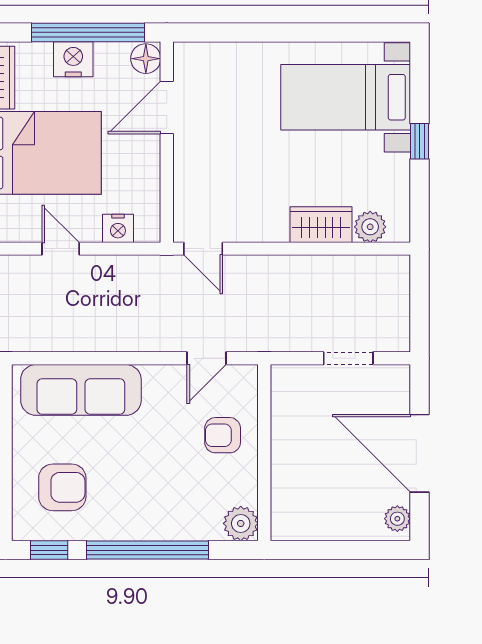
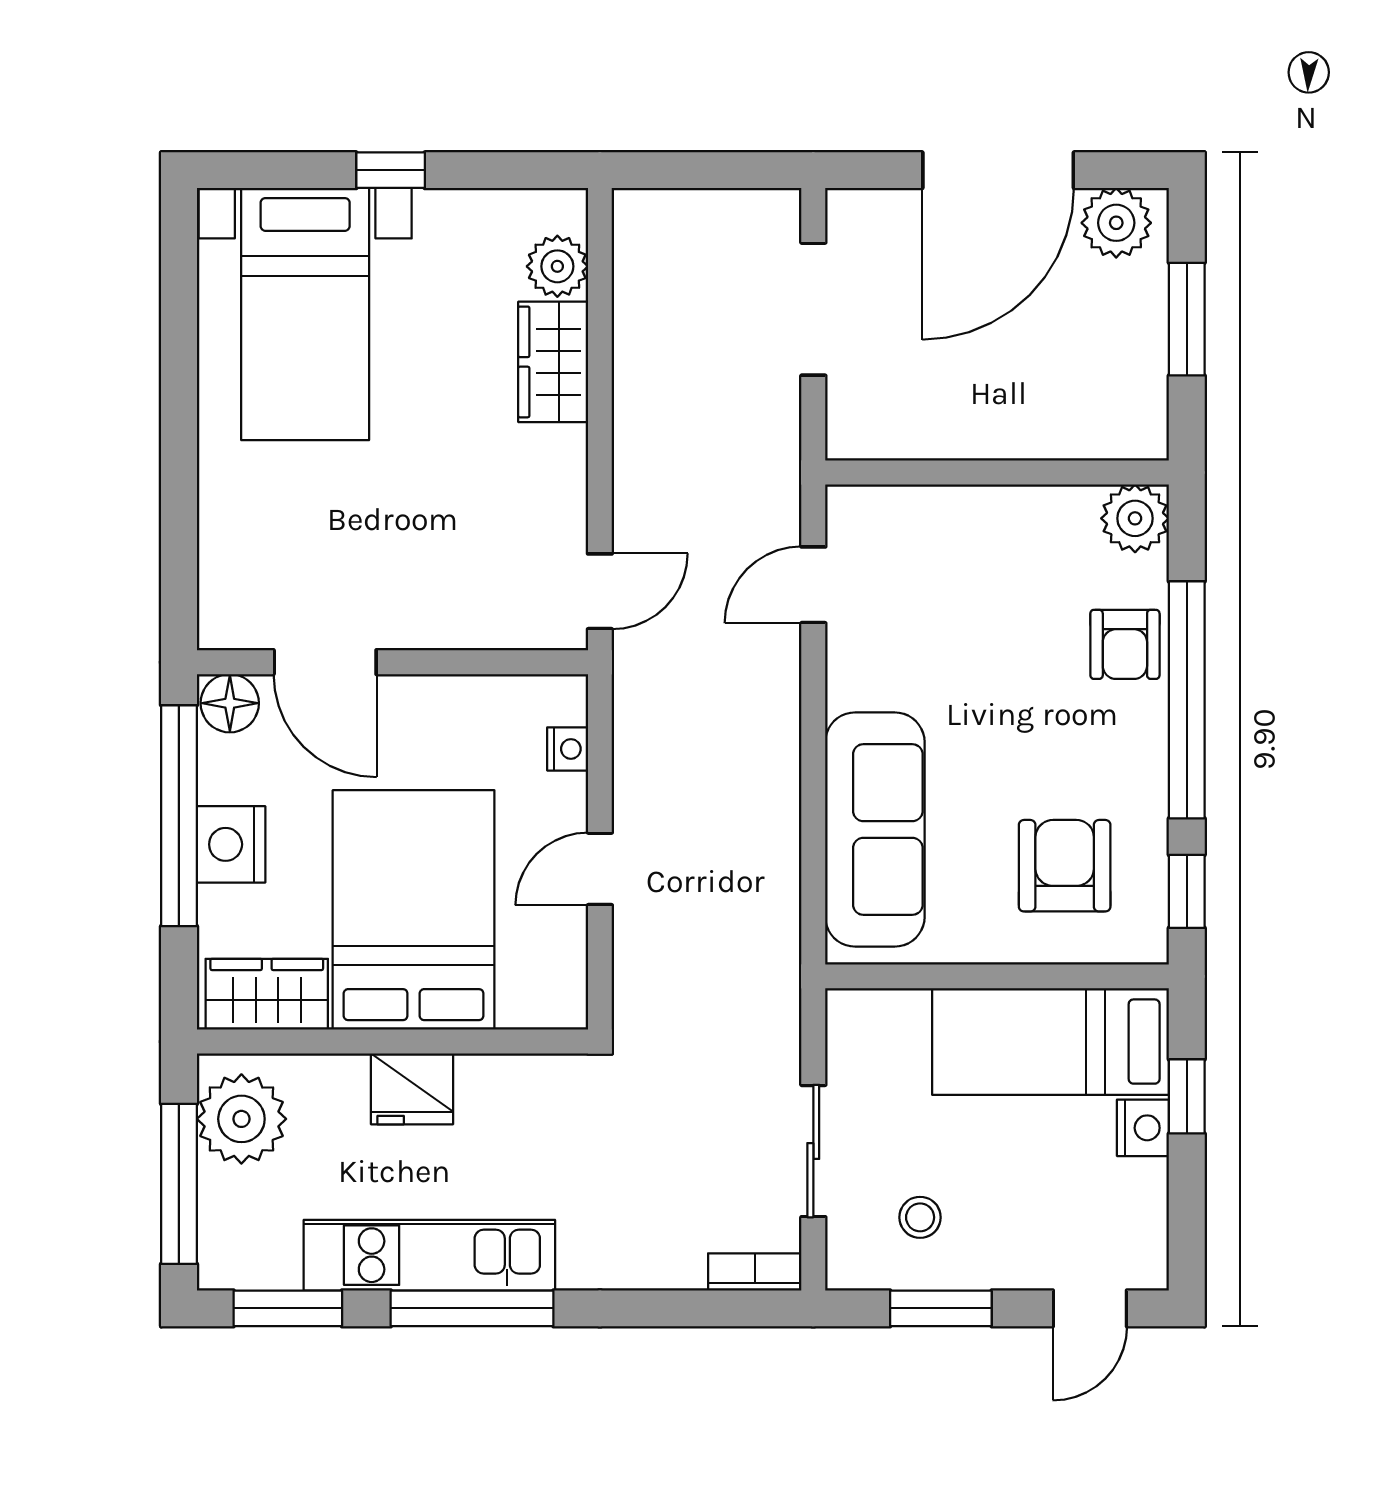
nightstand: (118, 228) -> (568, 749), width x0.72, depth x0.74
door: (207, 358) -> (813, 585), swing flipped
doorway: (348, 358) -> (813, 309), width x1.38
armchair: (223, 435) -> (1125, 644), moved
plant: (397, 519) -> (1116, 223), width x1.38, depth x1.38
window: (343, 550) -> (1187, 319), added

